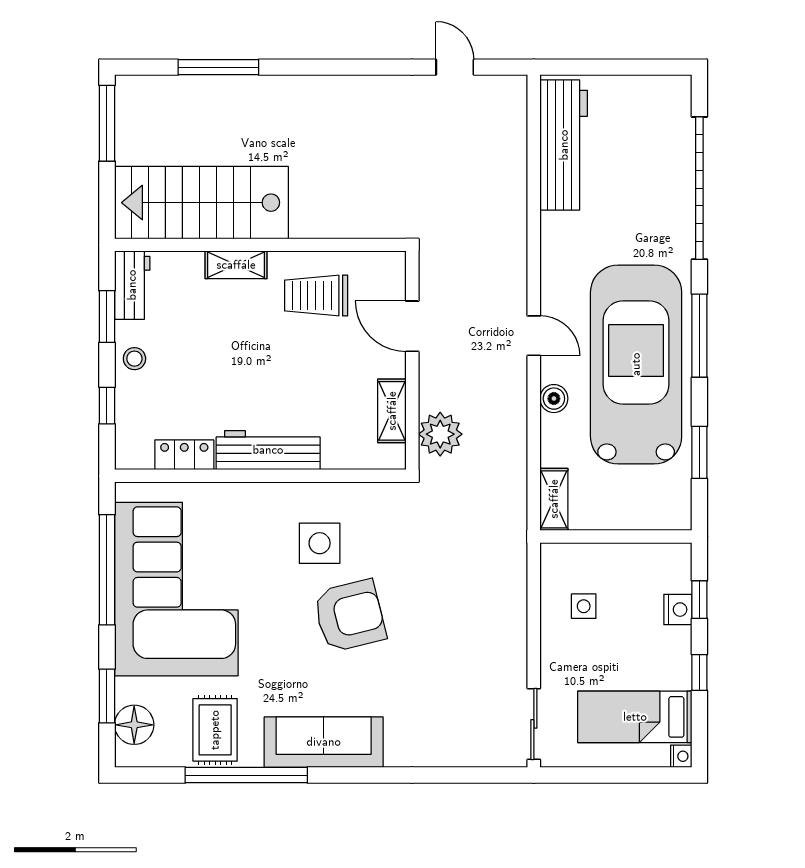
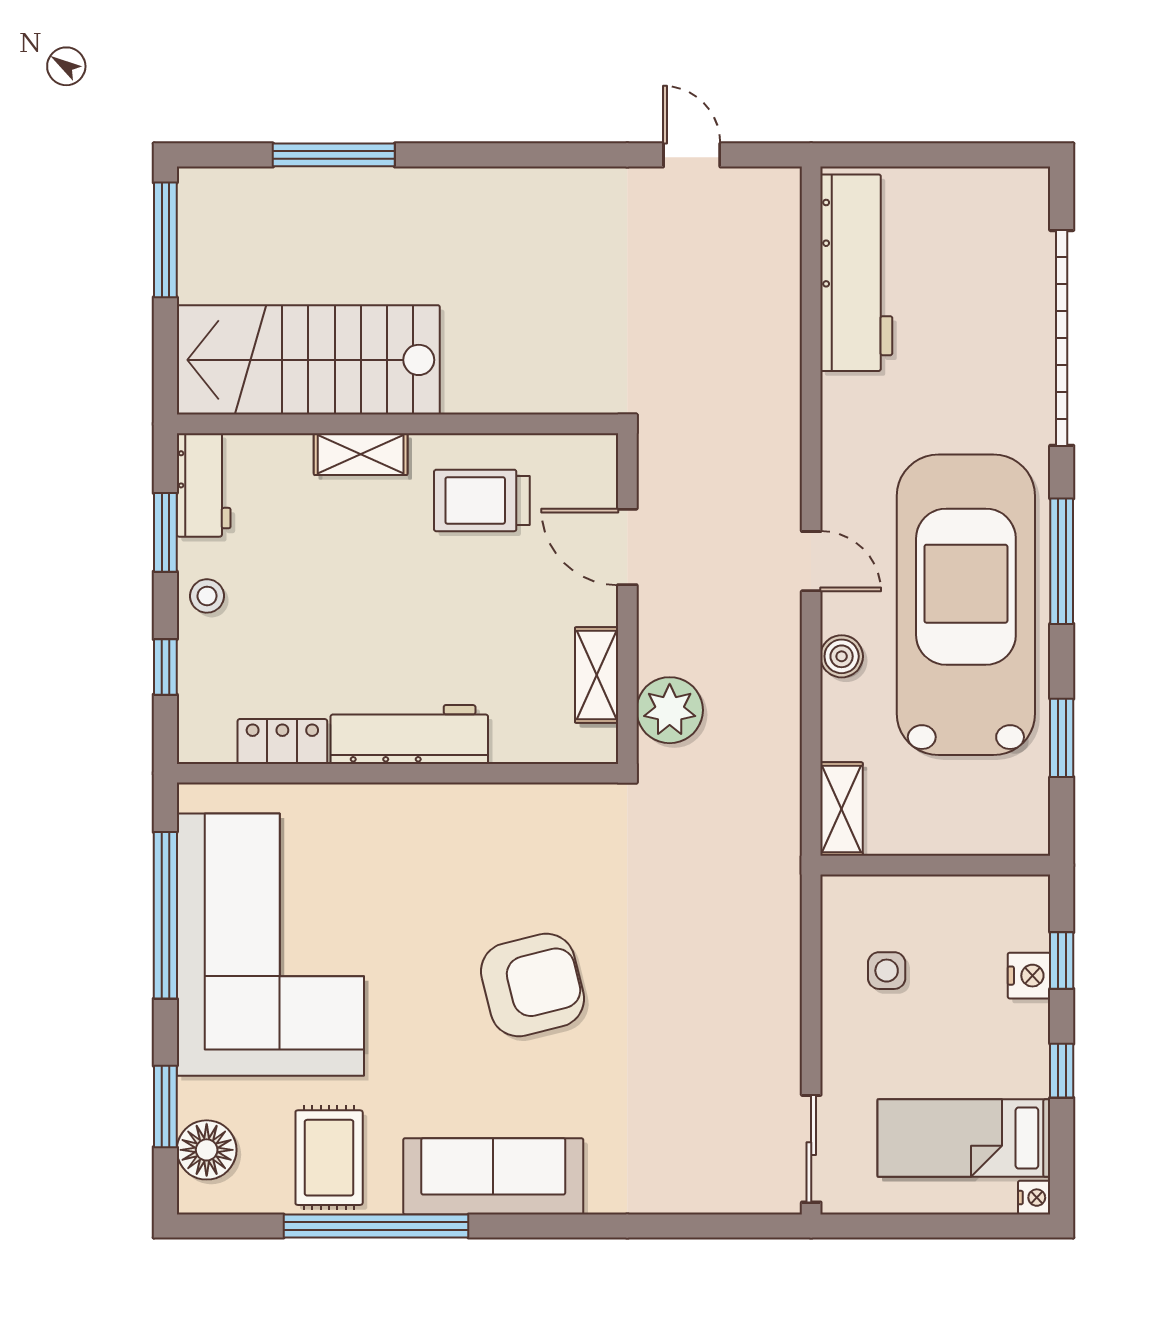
side table: (320, 543) -> (487, 875), removed

